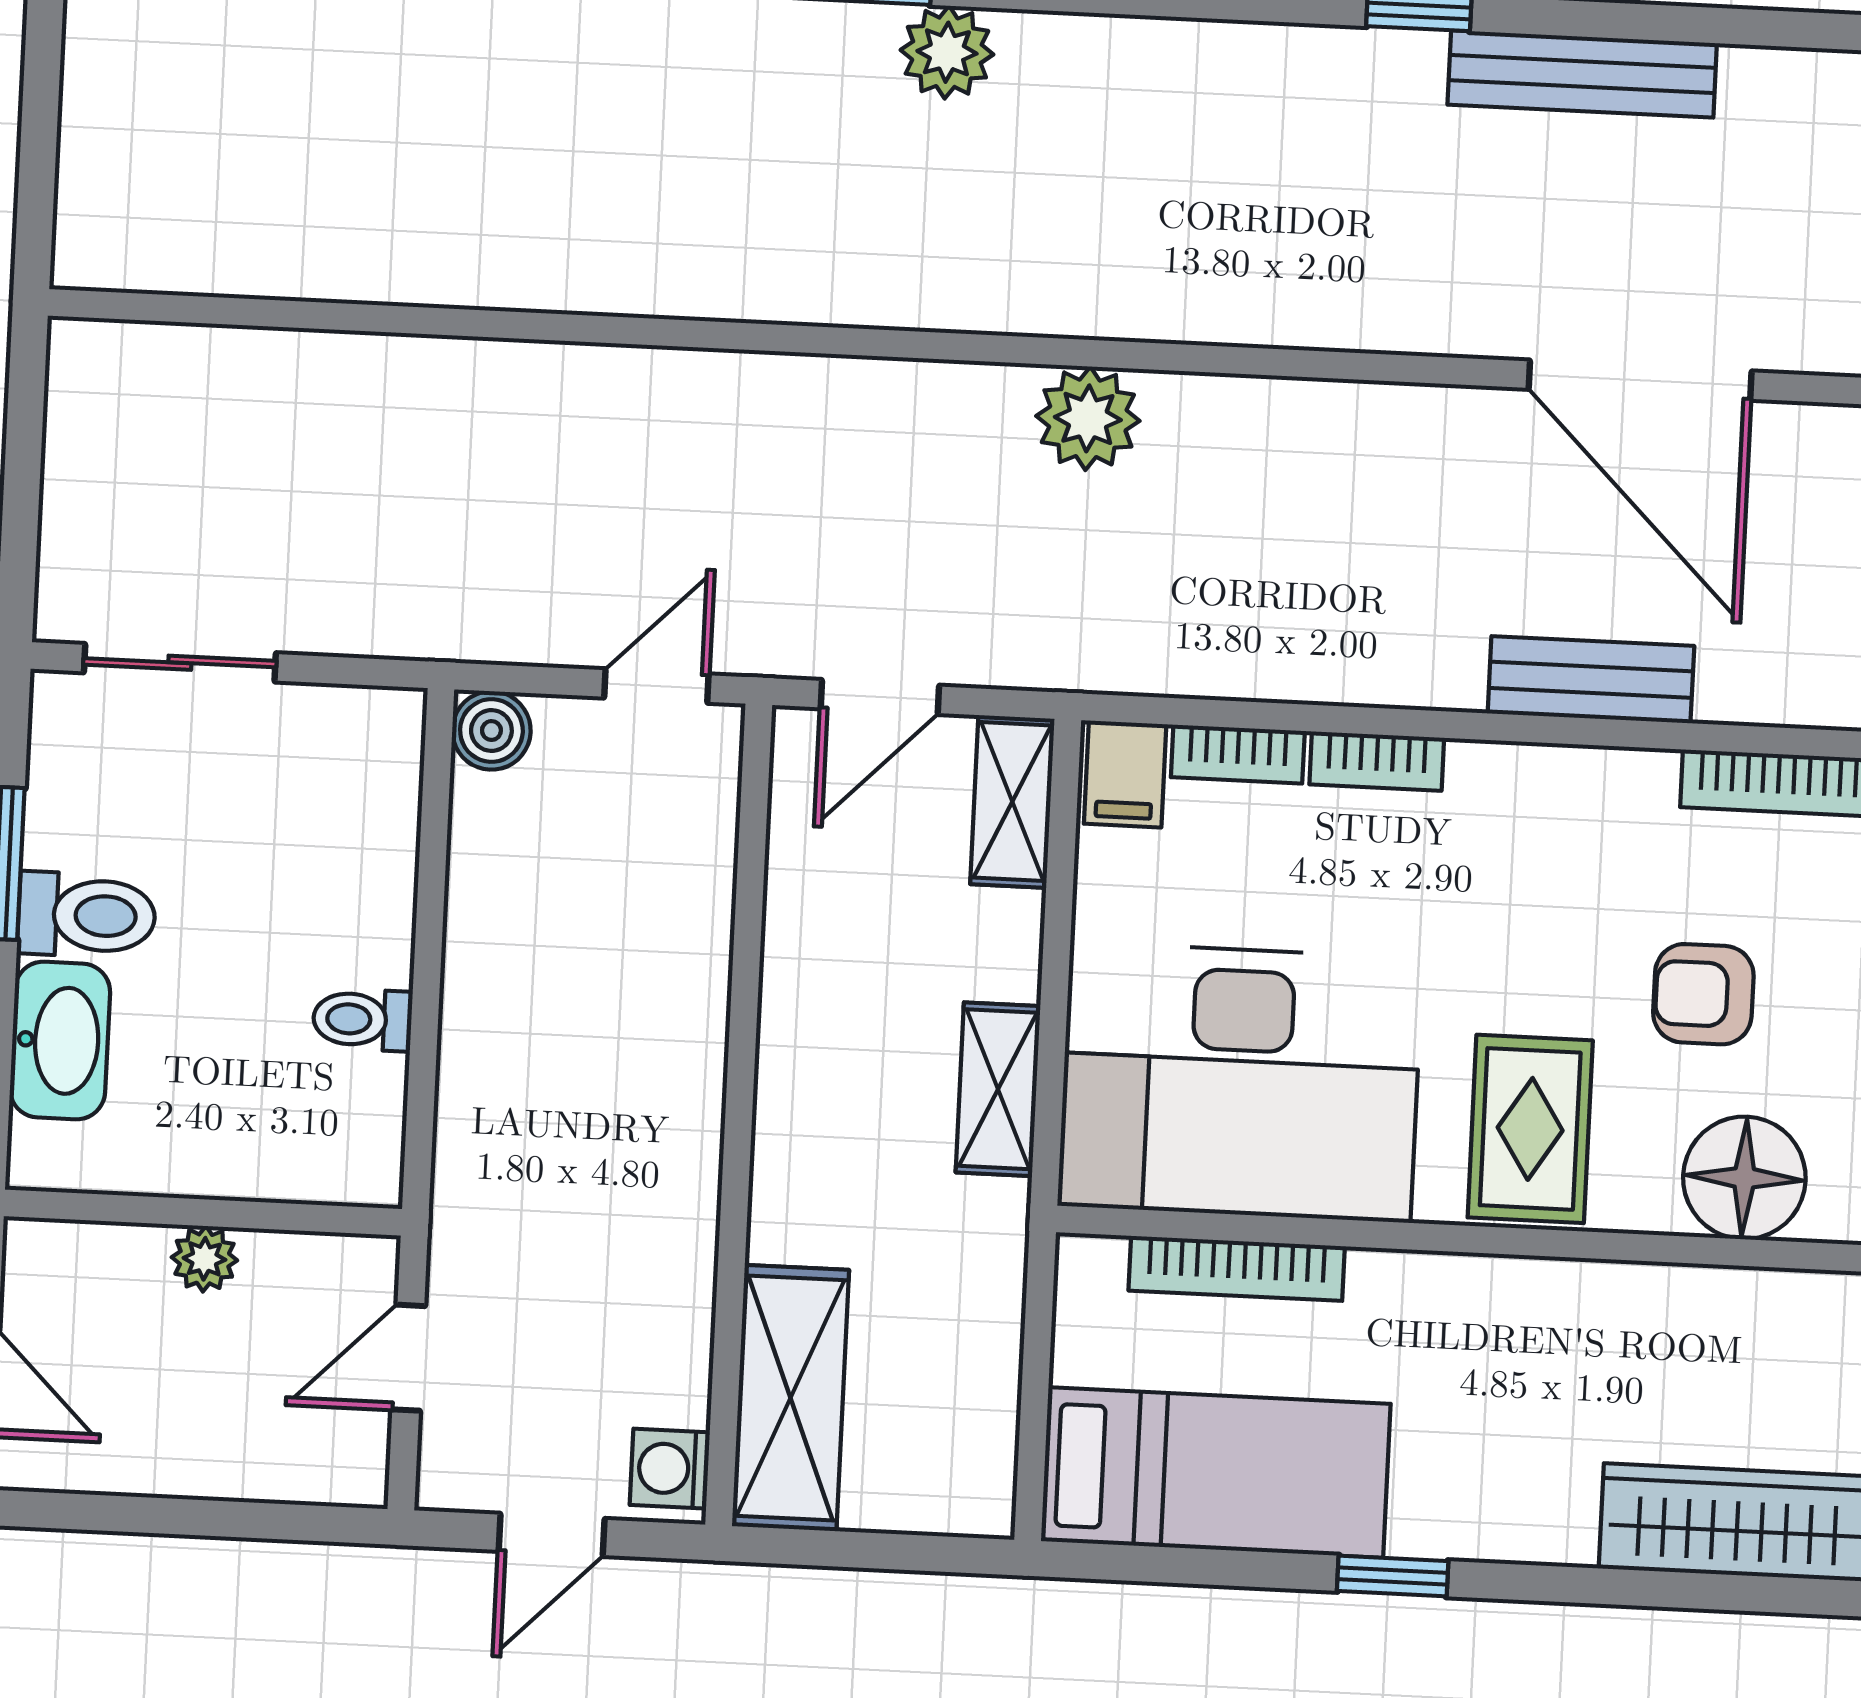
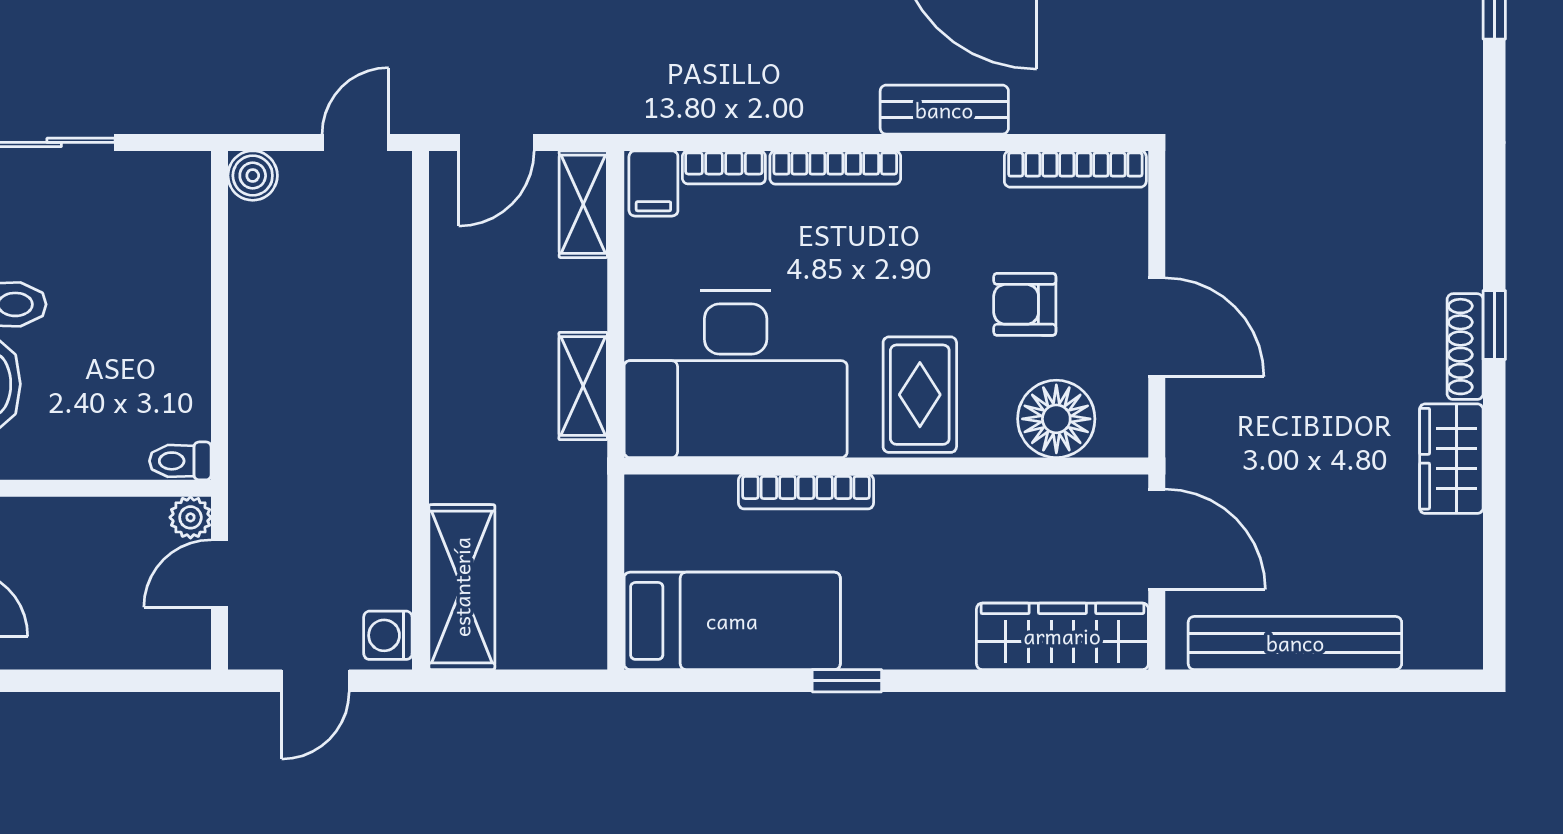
bookcase: (1377, 761) -> (835, 168), width x1.56
toilet: (363, 1020) -> (180, 461), moved
plant: (204, 1259) -> (190, 517), moved
bookcase: (1237, 1268) -> (806, 492), moved

